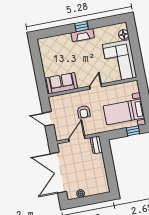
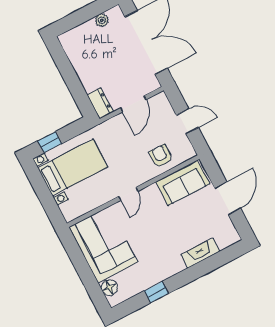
window: (82, 26) -> (156, 292), moved
fireplace: (83, 35) -> (200, 253), moved
door: (38, 66) -> (228, 198), added
armchair: (84, 112) -> (161, 156), moved

